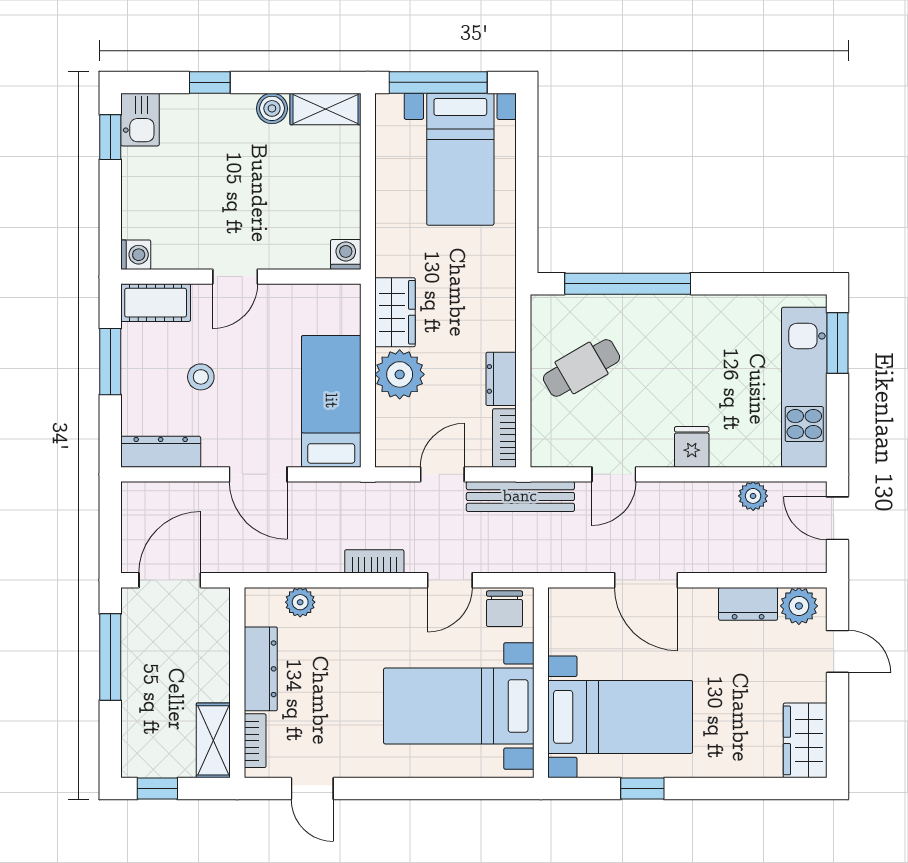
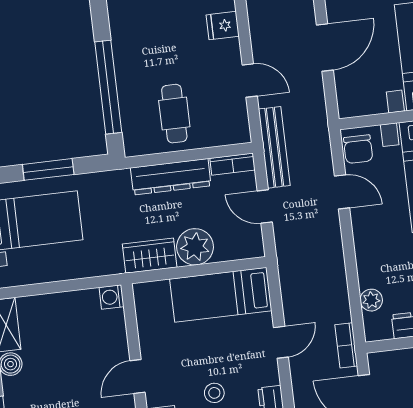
window: (527, 190) -> (48, 169), added
door: (235, 277) -> (137, 376), swing flipped
cafe table: (582, 368) -> (174, 114), turned 30
dresser: (501, 379) -> (171, 177), width x1.96, depth x1.24
door: (258, 474) -> (281, 342), width x0.73
bookcase: (374, 561) -> (346, 345), moved
chair: (505, 609) -> (358, 149), turned 90

